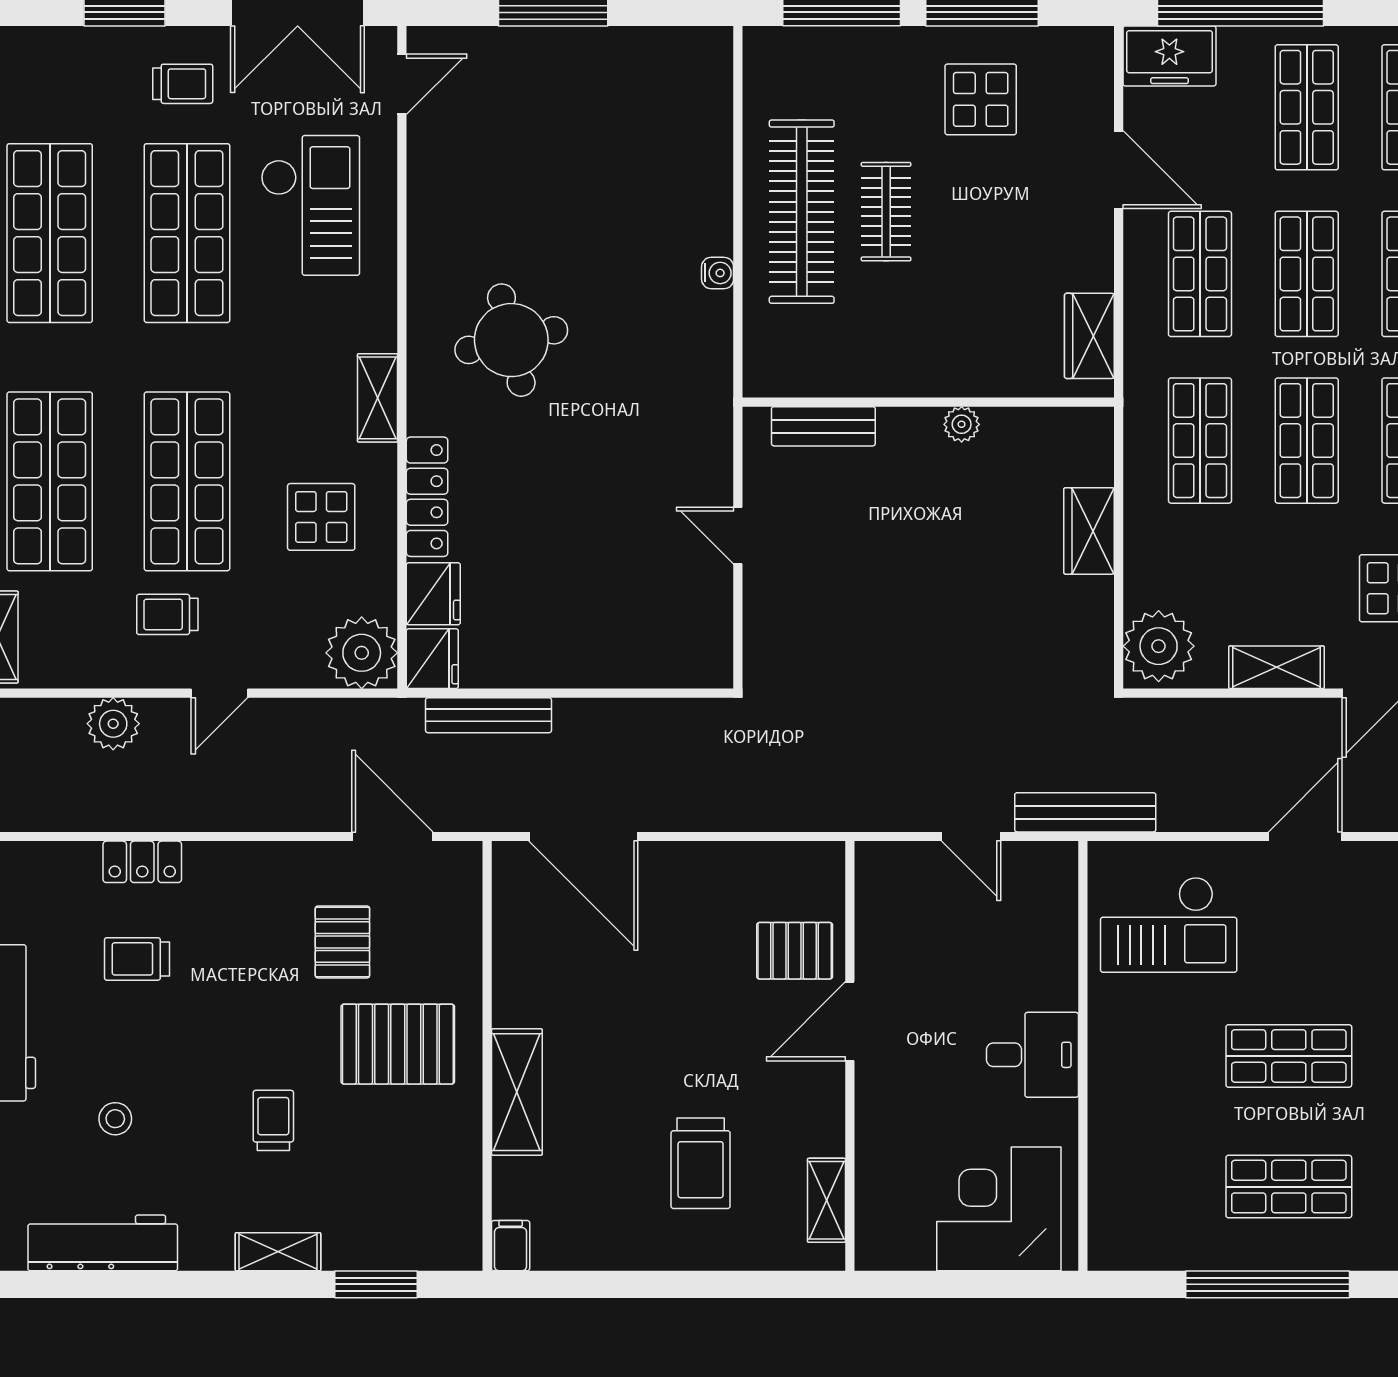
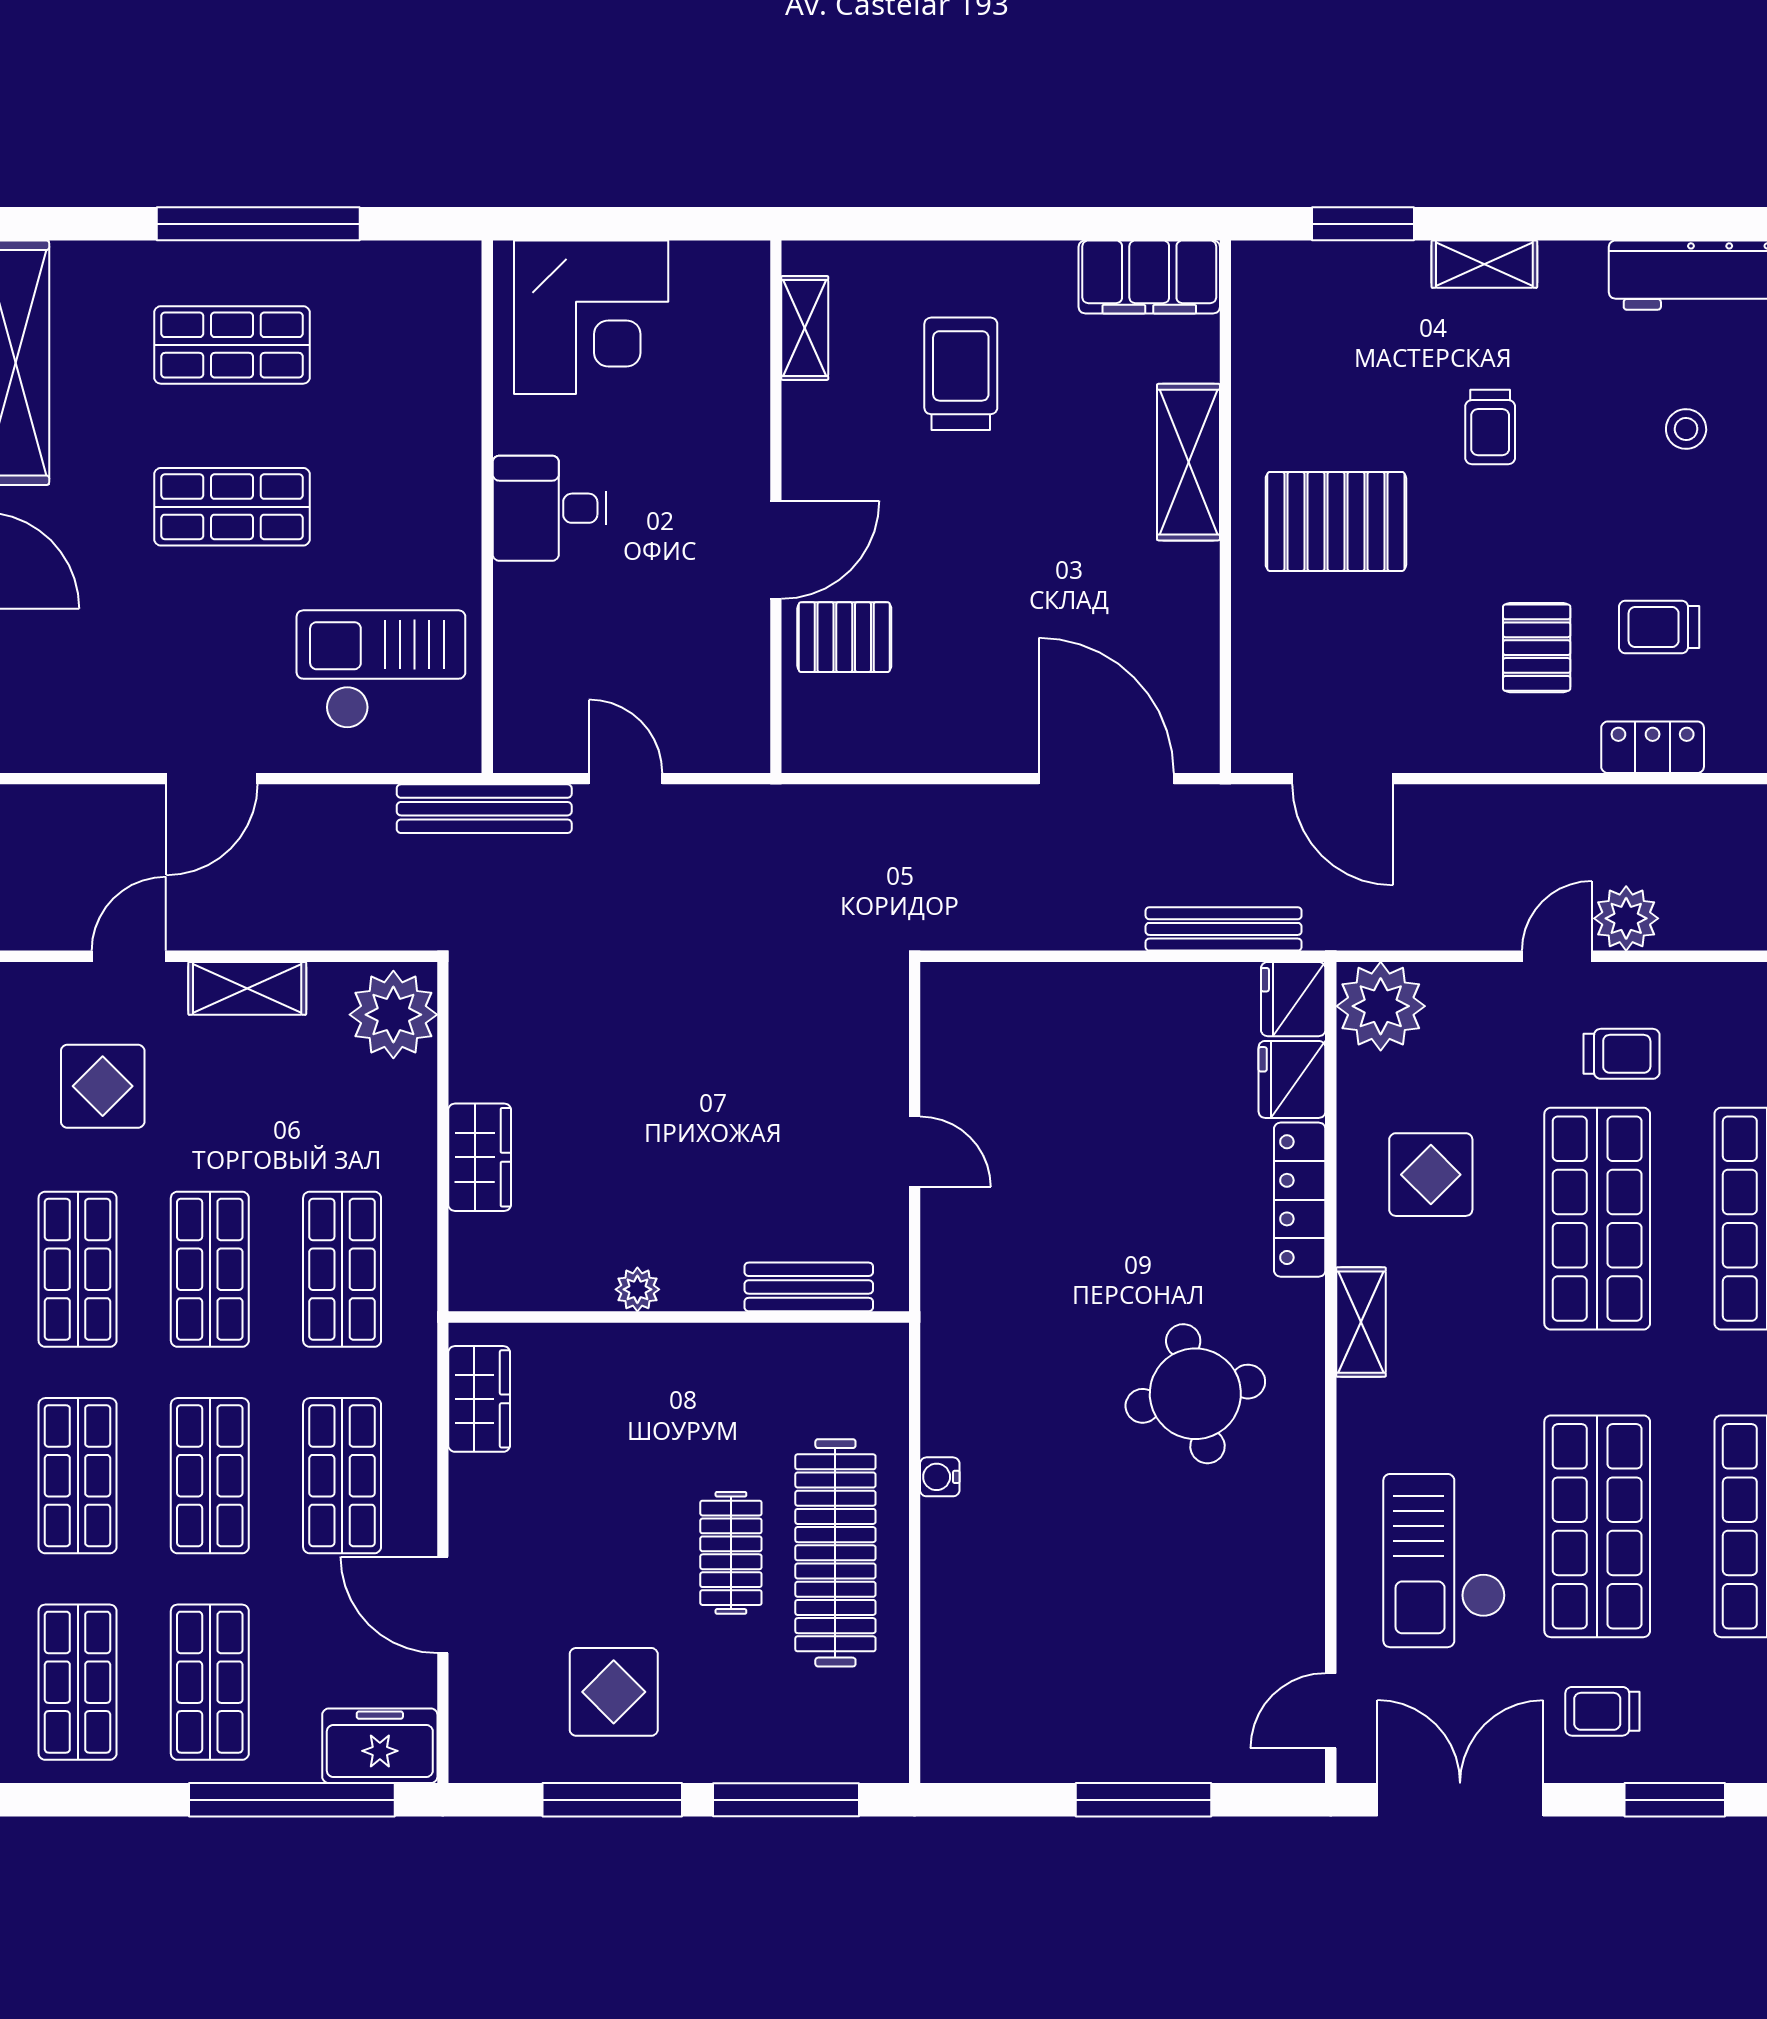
plant: (113, 724) -> (1626, 918), moved
pallet: (342, 942) -> (1537, 648), moved
trolley: (137, 959) -> (1659, 627), turned 180
filing cabinet: (511, 1246) -> (1149, 277), width x3.00, depth x1.17

